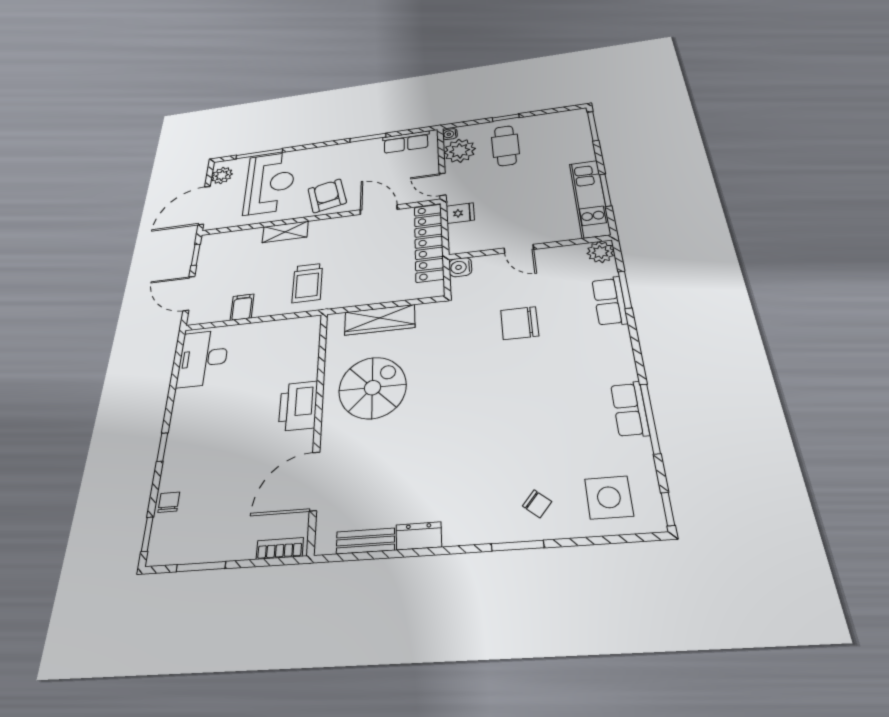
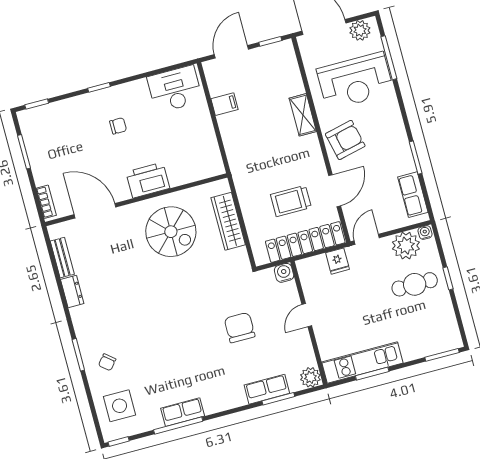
trolley: (307, 283) -> (291, 201), moved
chair: (169, 502) -> (118, 126), moved

